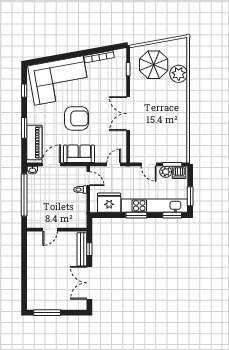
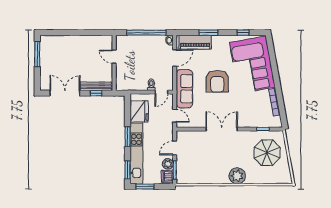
plant: (179, 74) -> (237, 176), moved
sofa: (79, 154) -> (184, 89), width x1.36
door: (51, 164) -> (175, 58), hinge flipped

